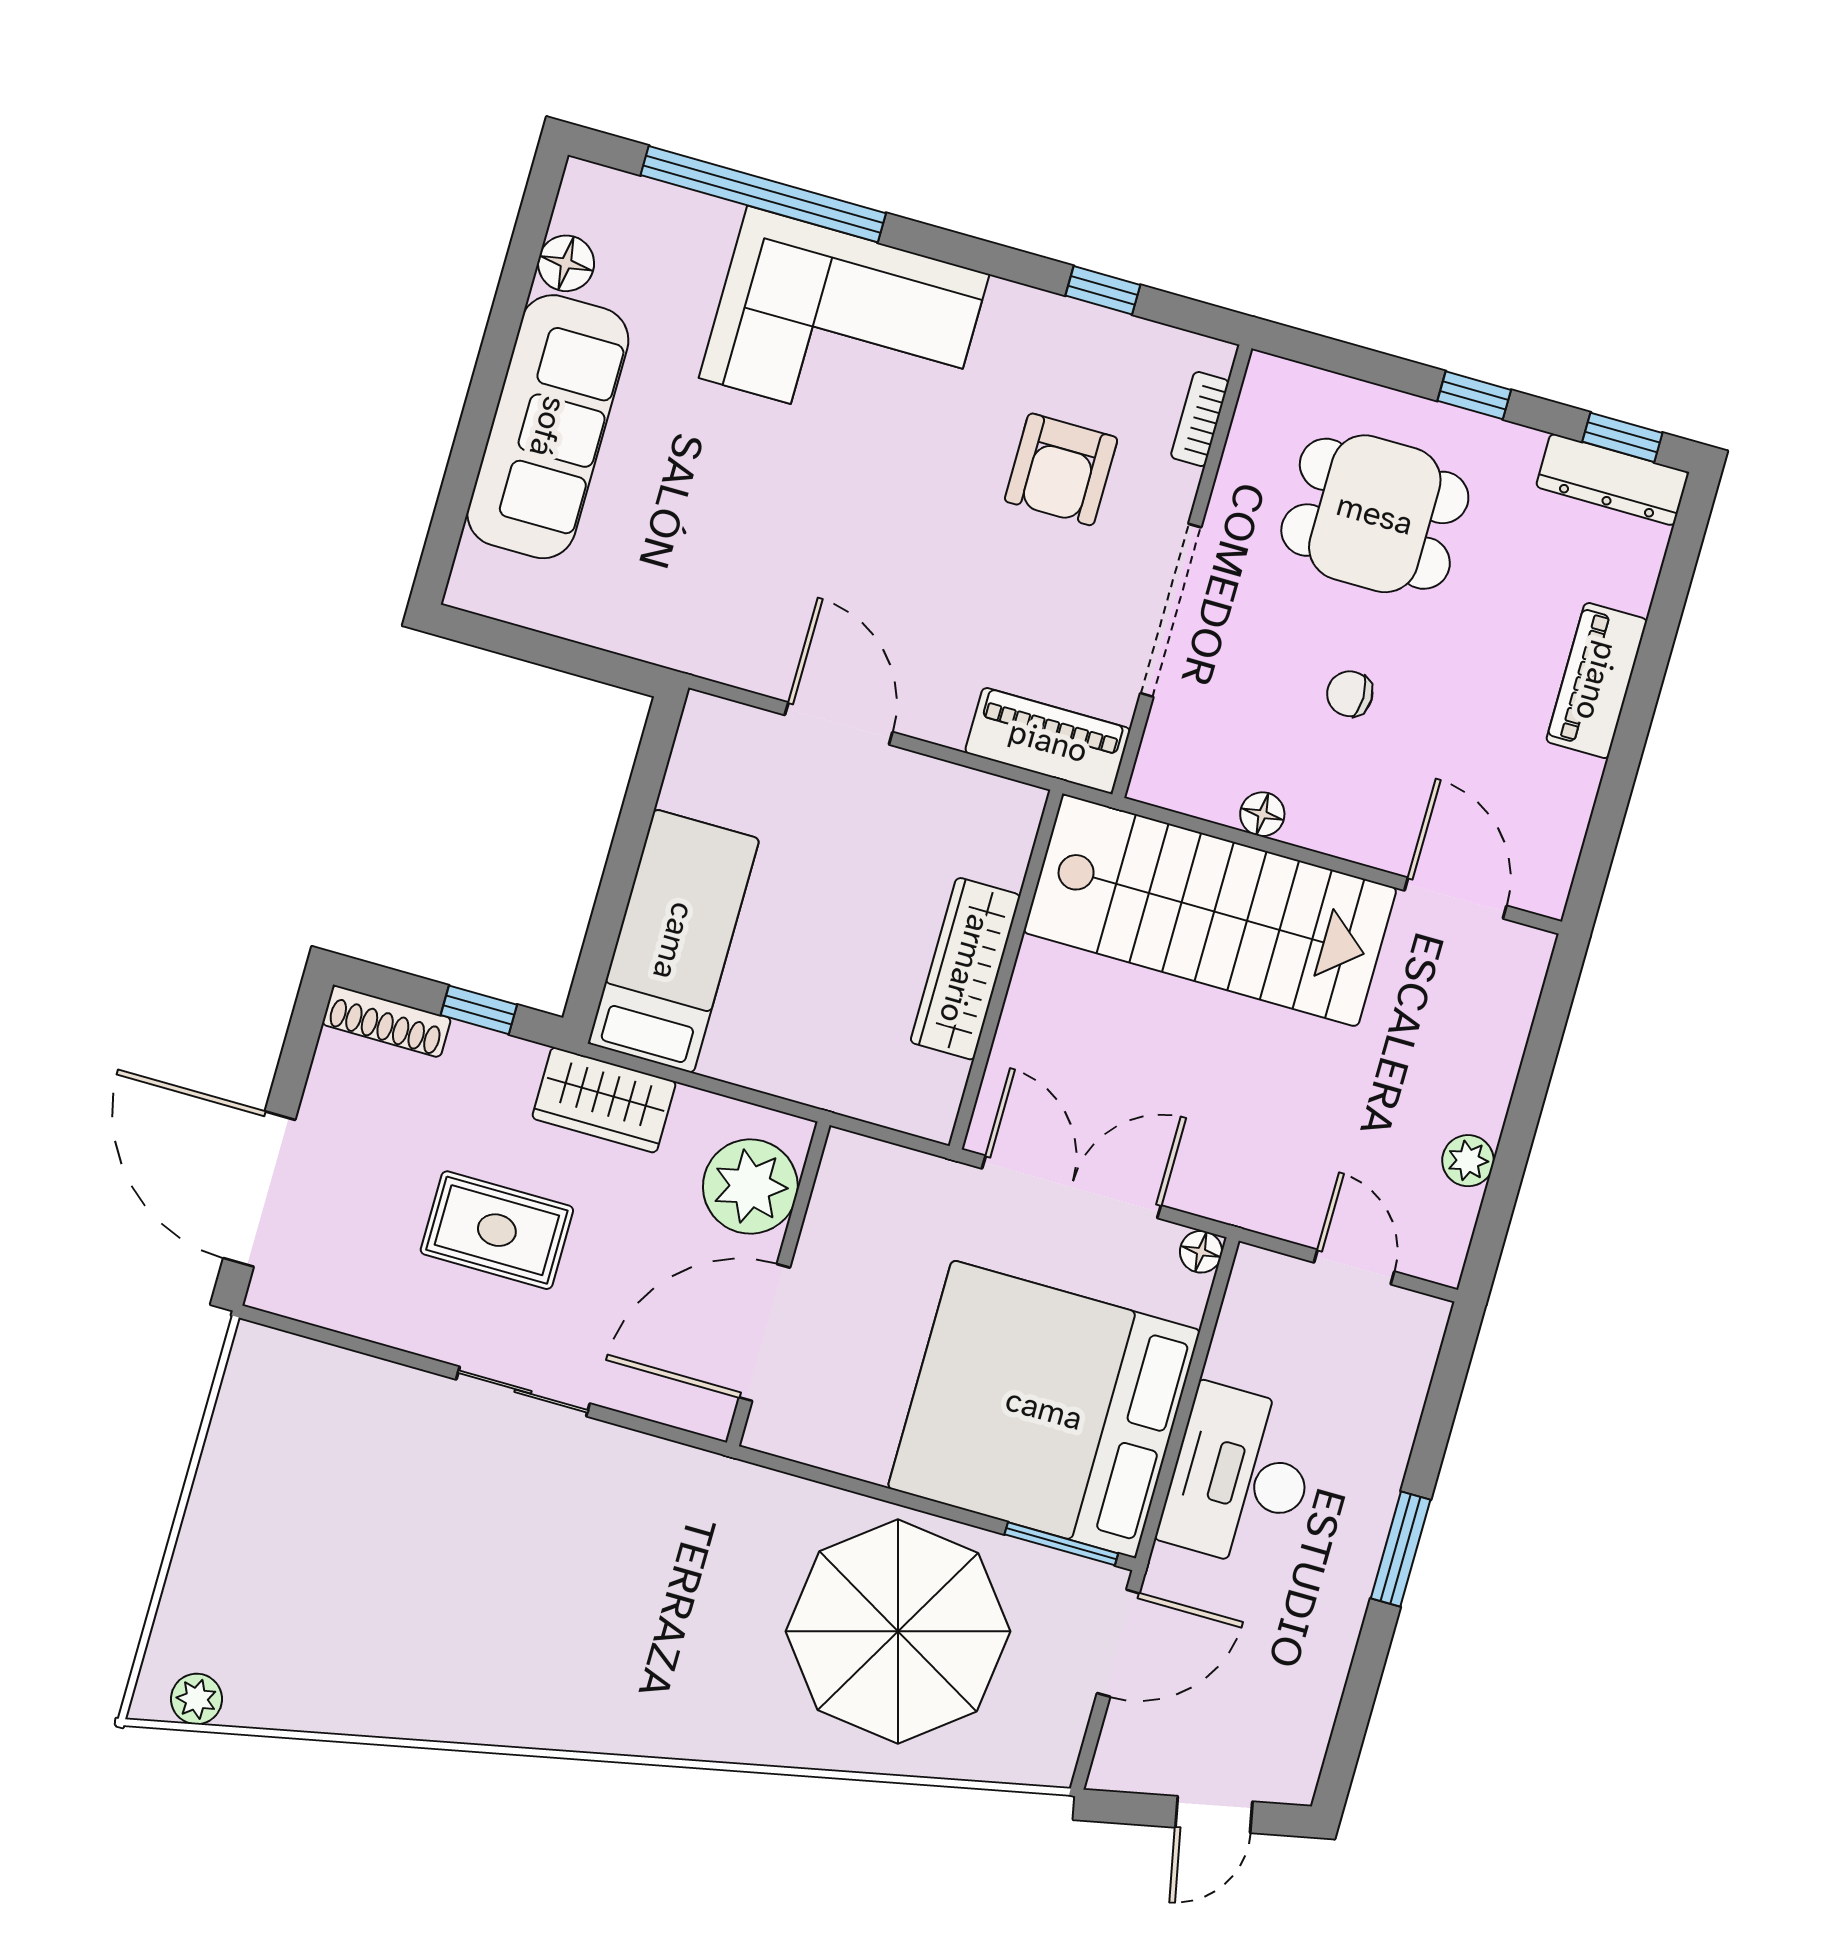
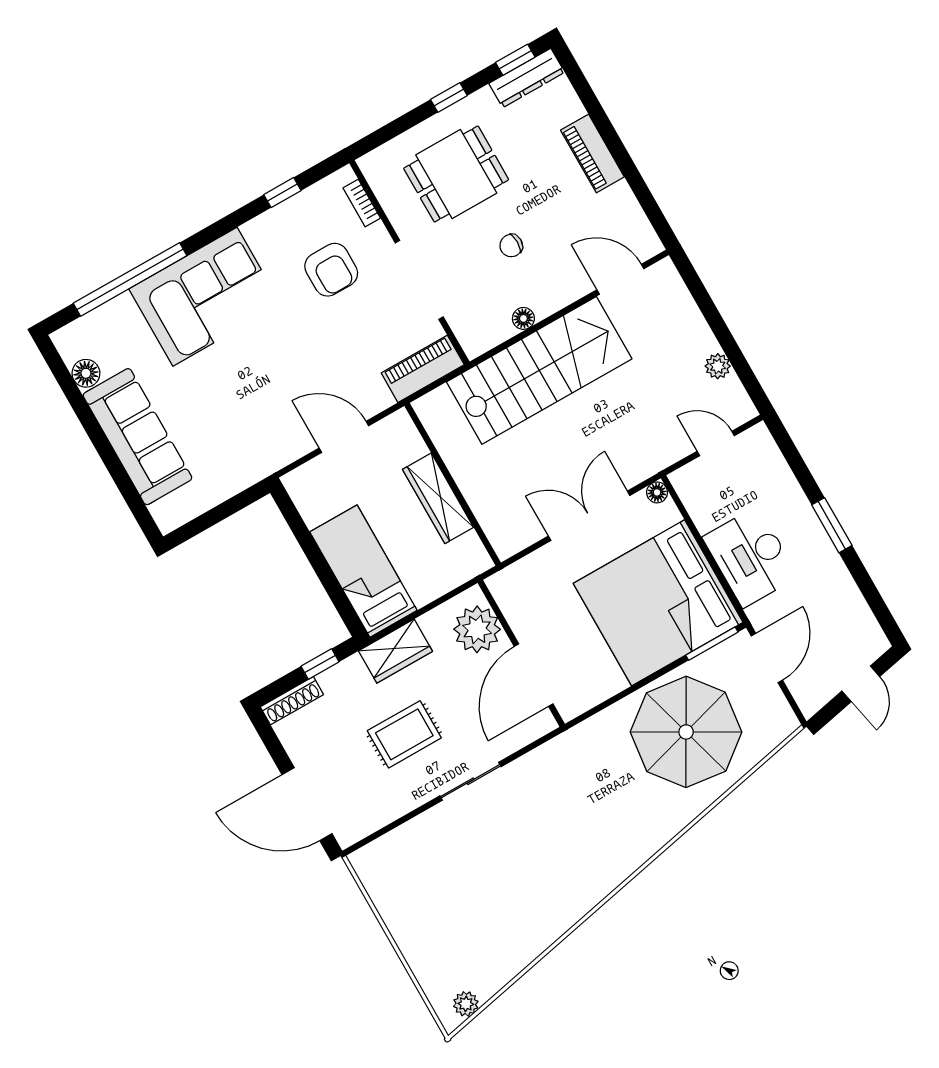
wardrobe: (965, 969) -> (438, 498), moved
wall: (1006, 970) -> (453, 484), moved

